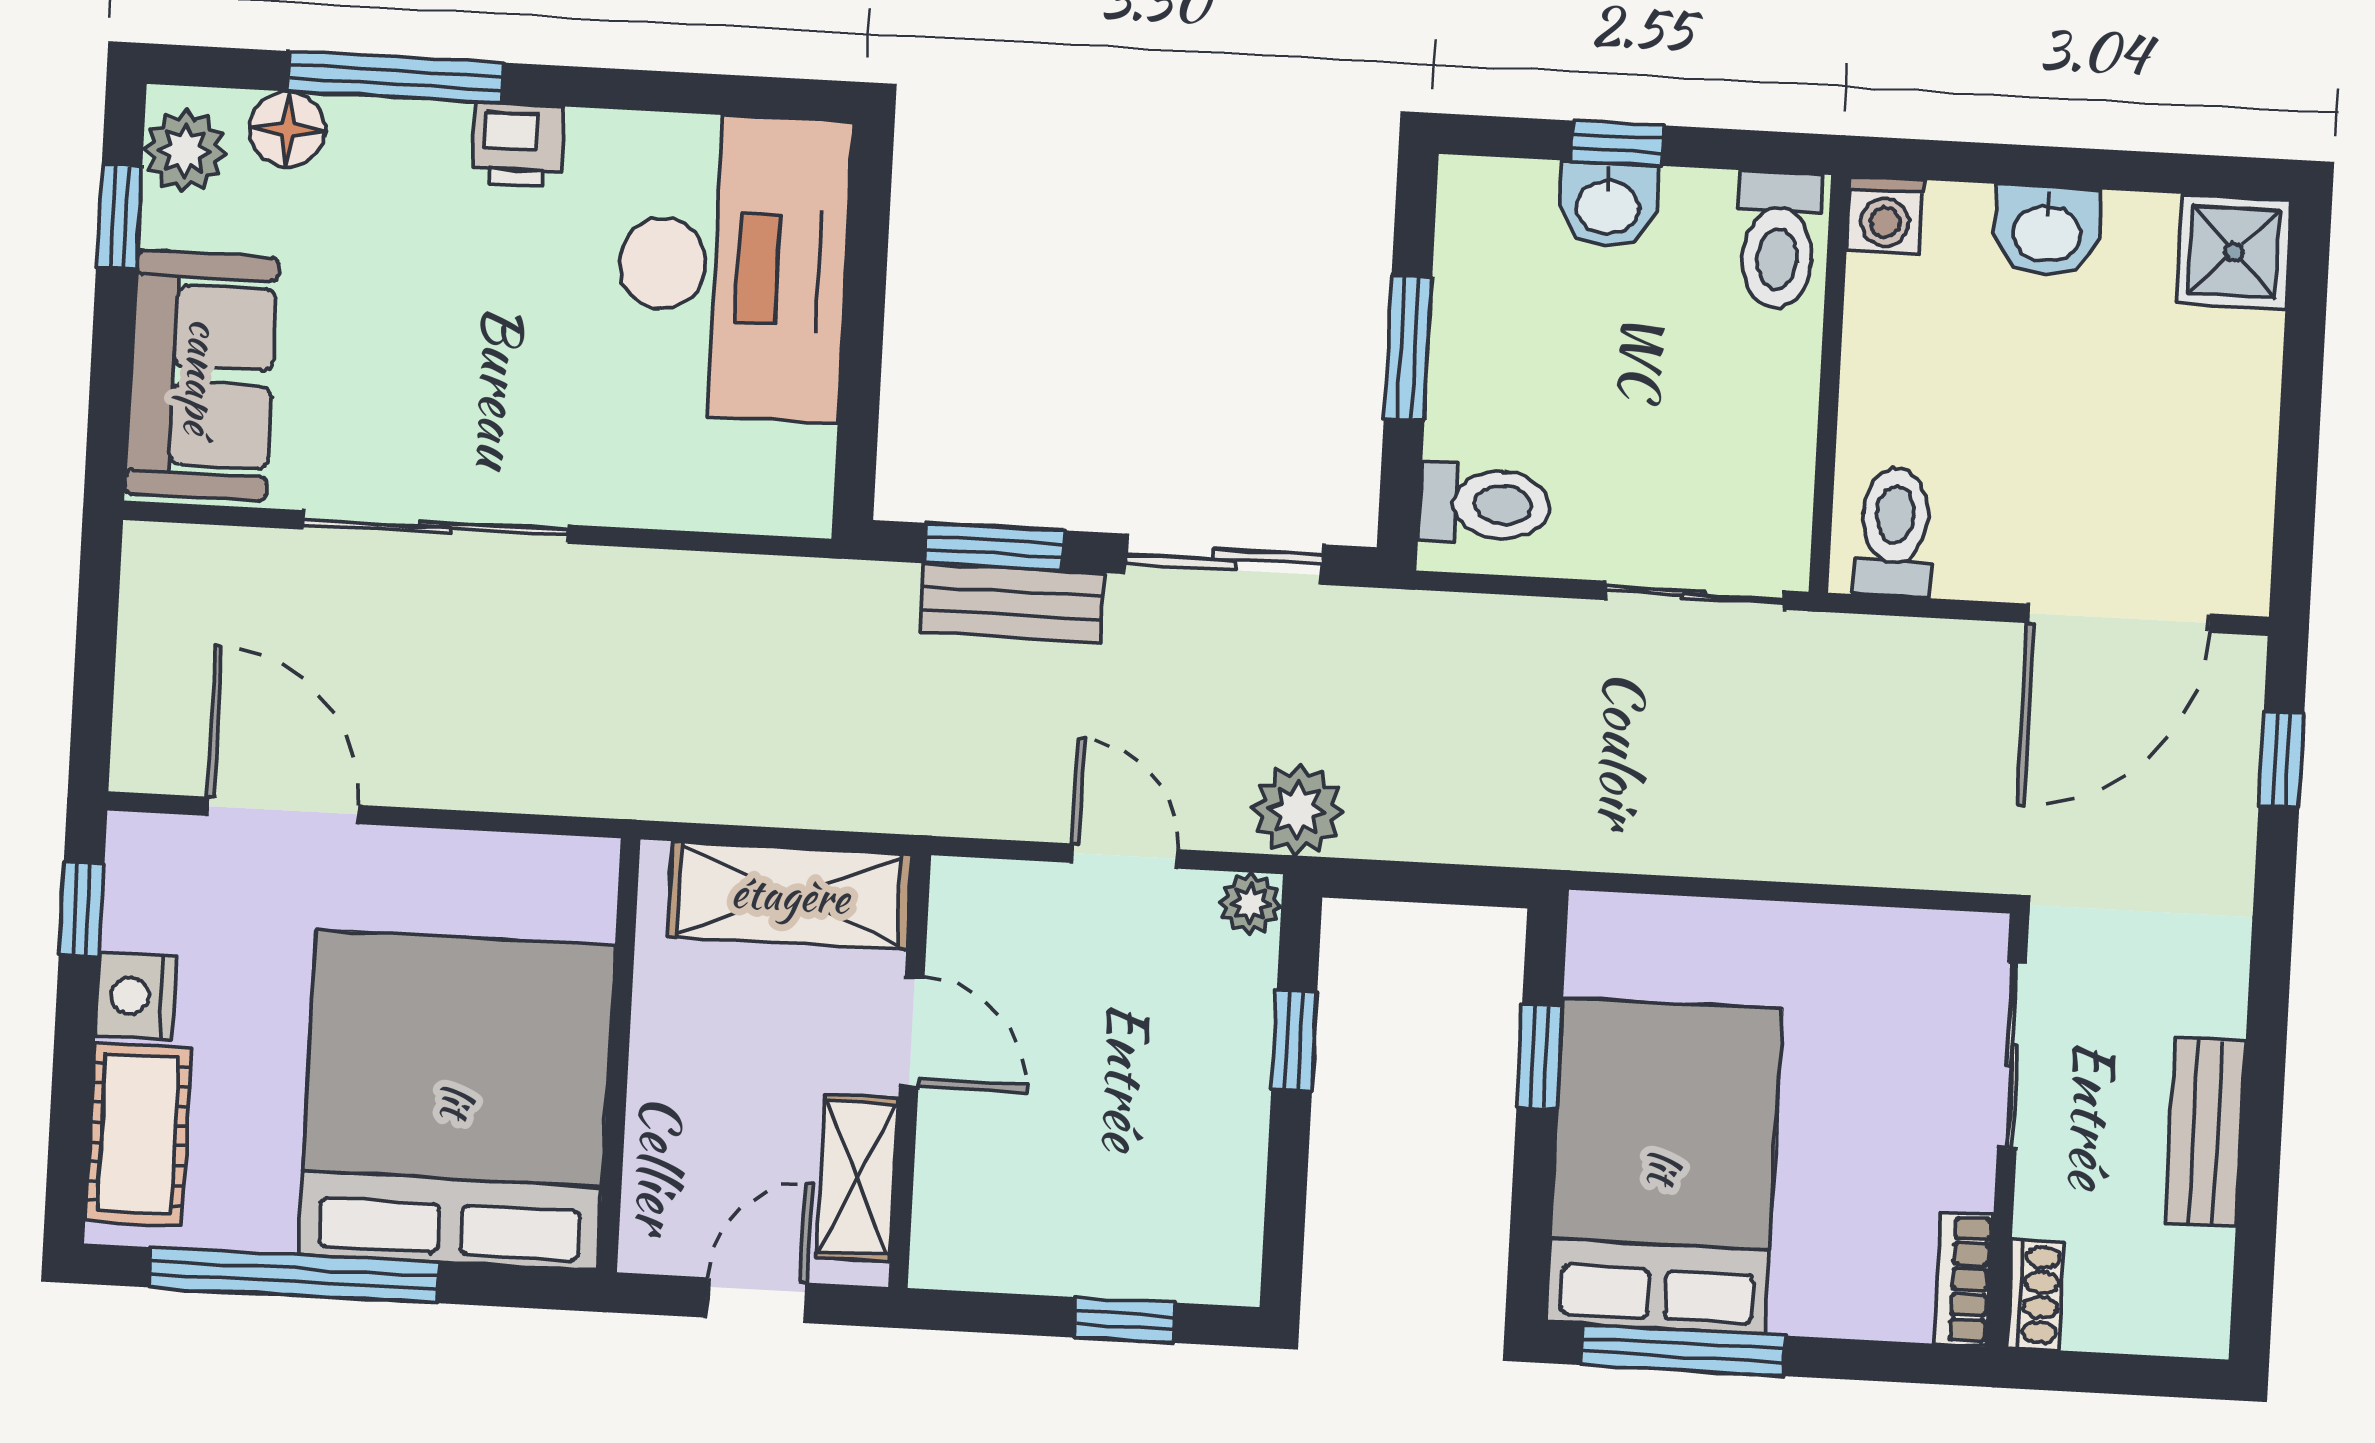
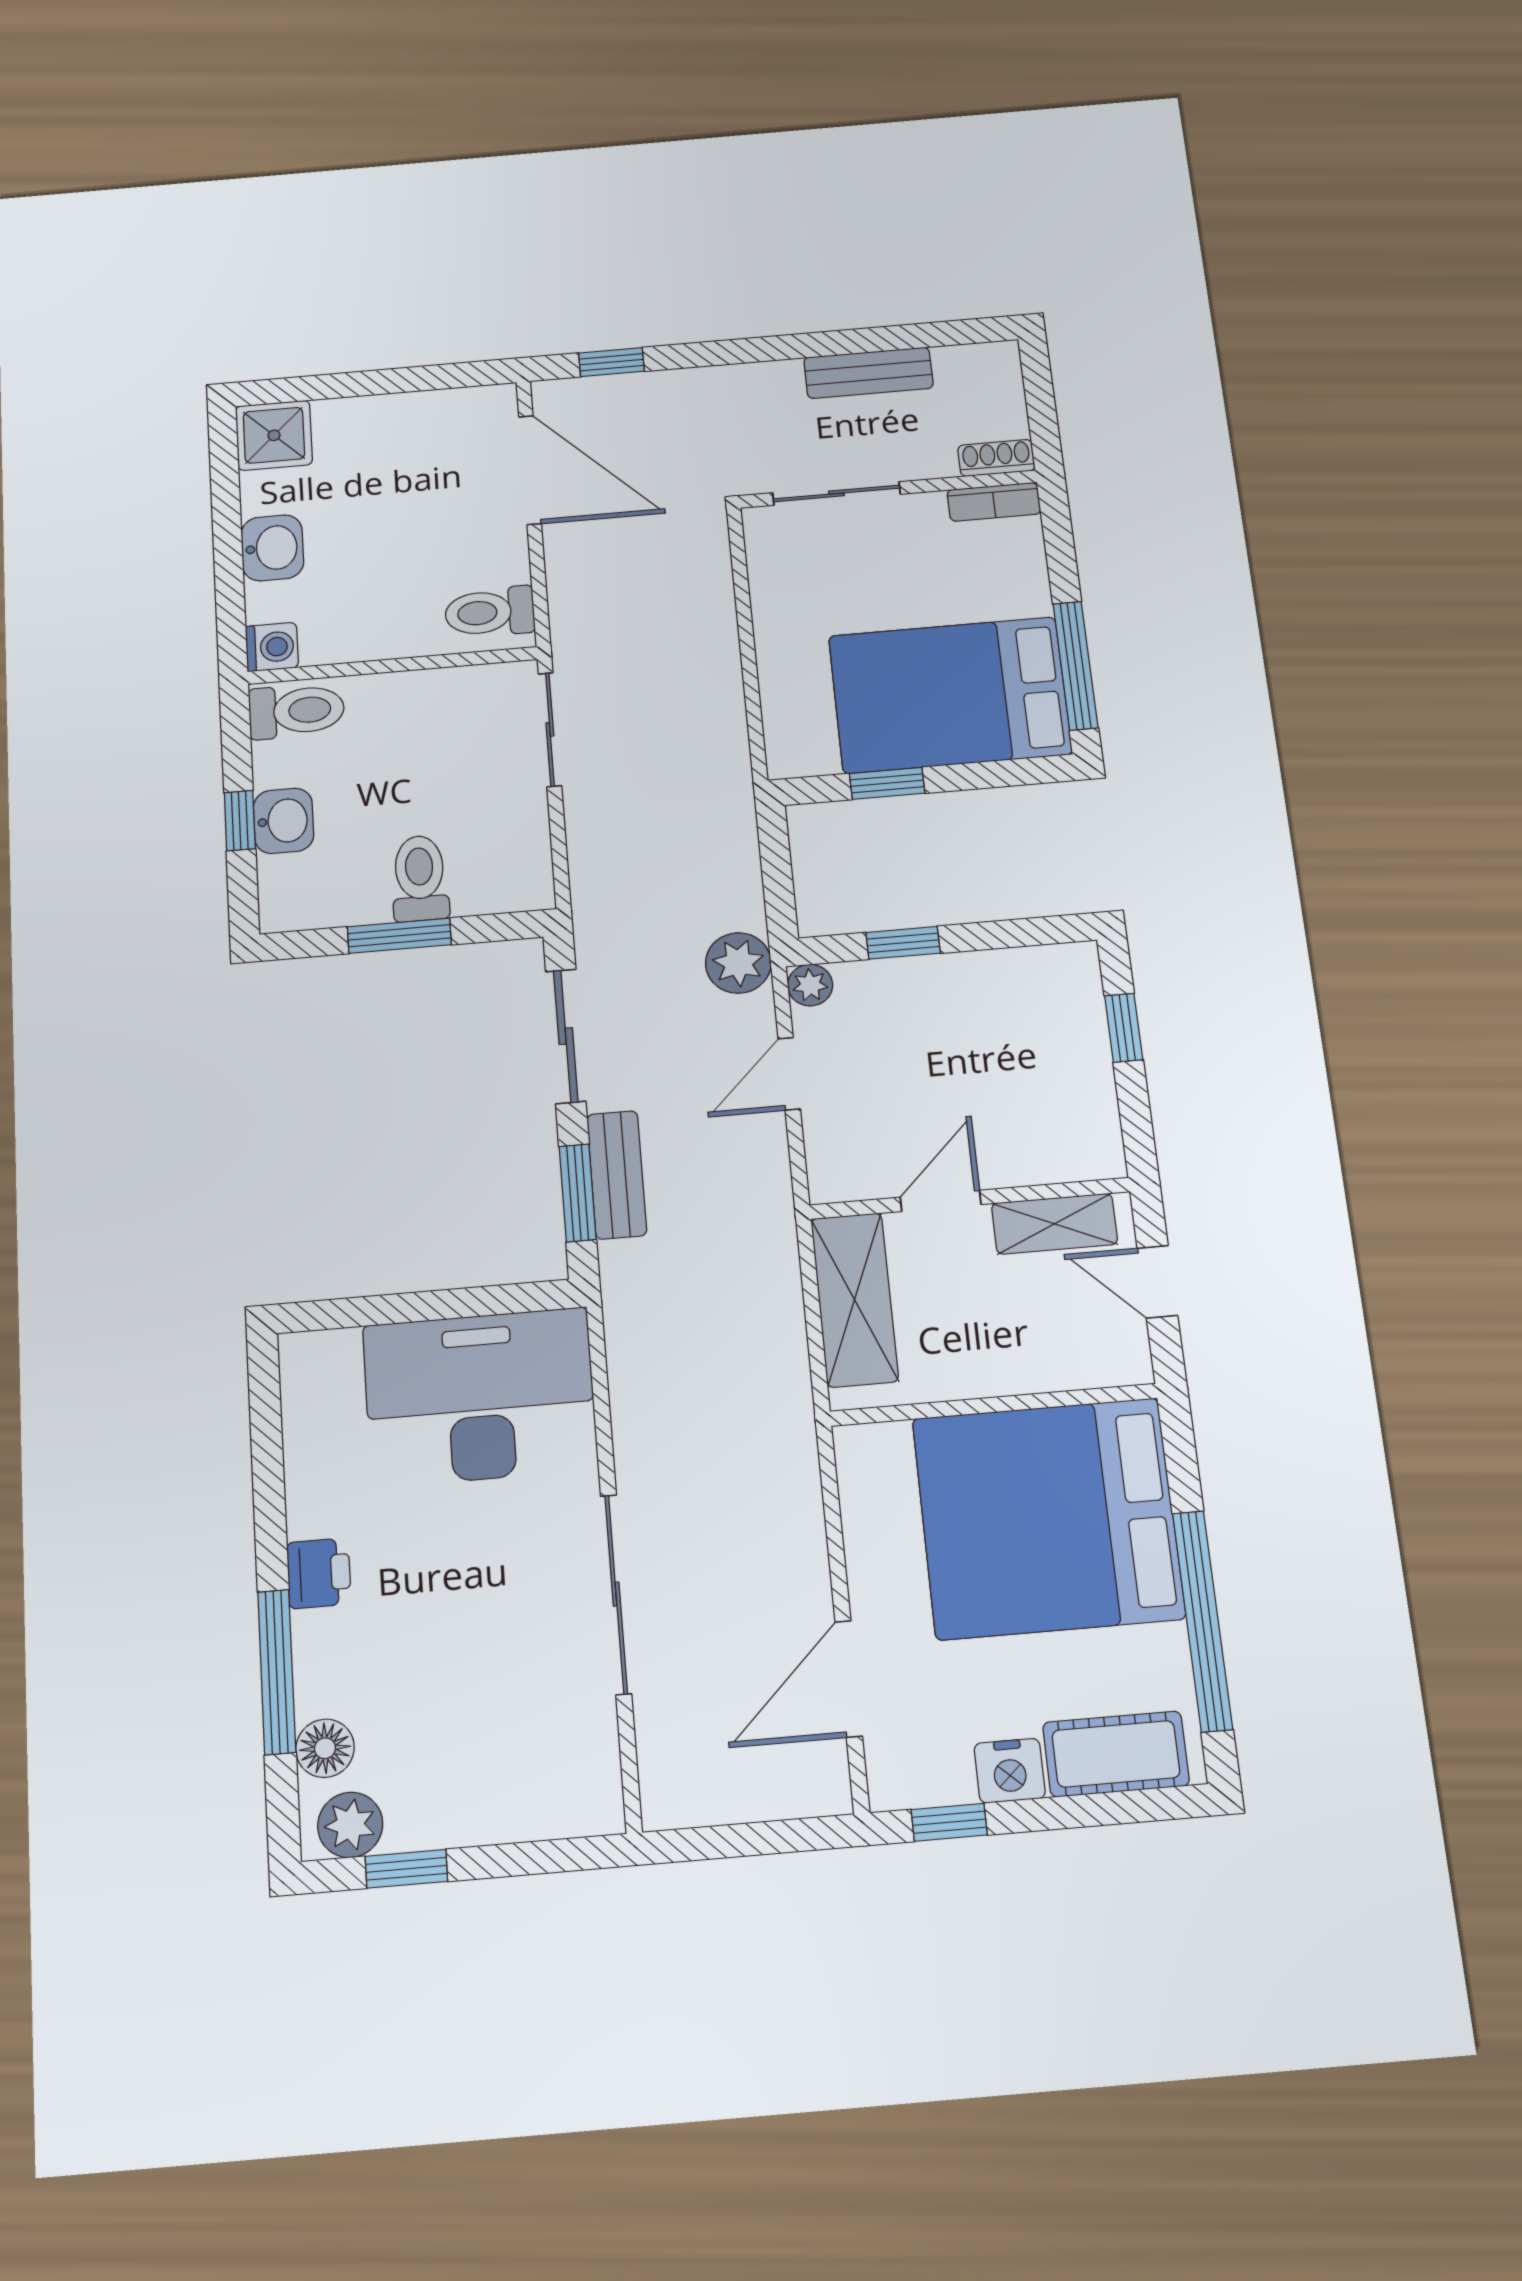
desk: (733, 267) -> (480, 1397), moved
sofa: (202, 376) -> (522, 1788), removed
toilet: (1485, 504) -> (420, 878), moved

